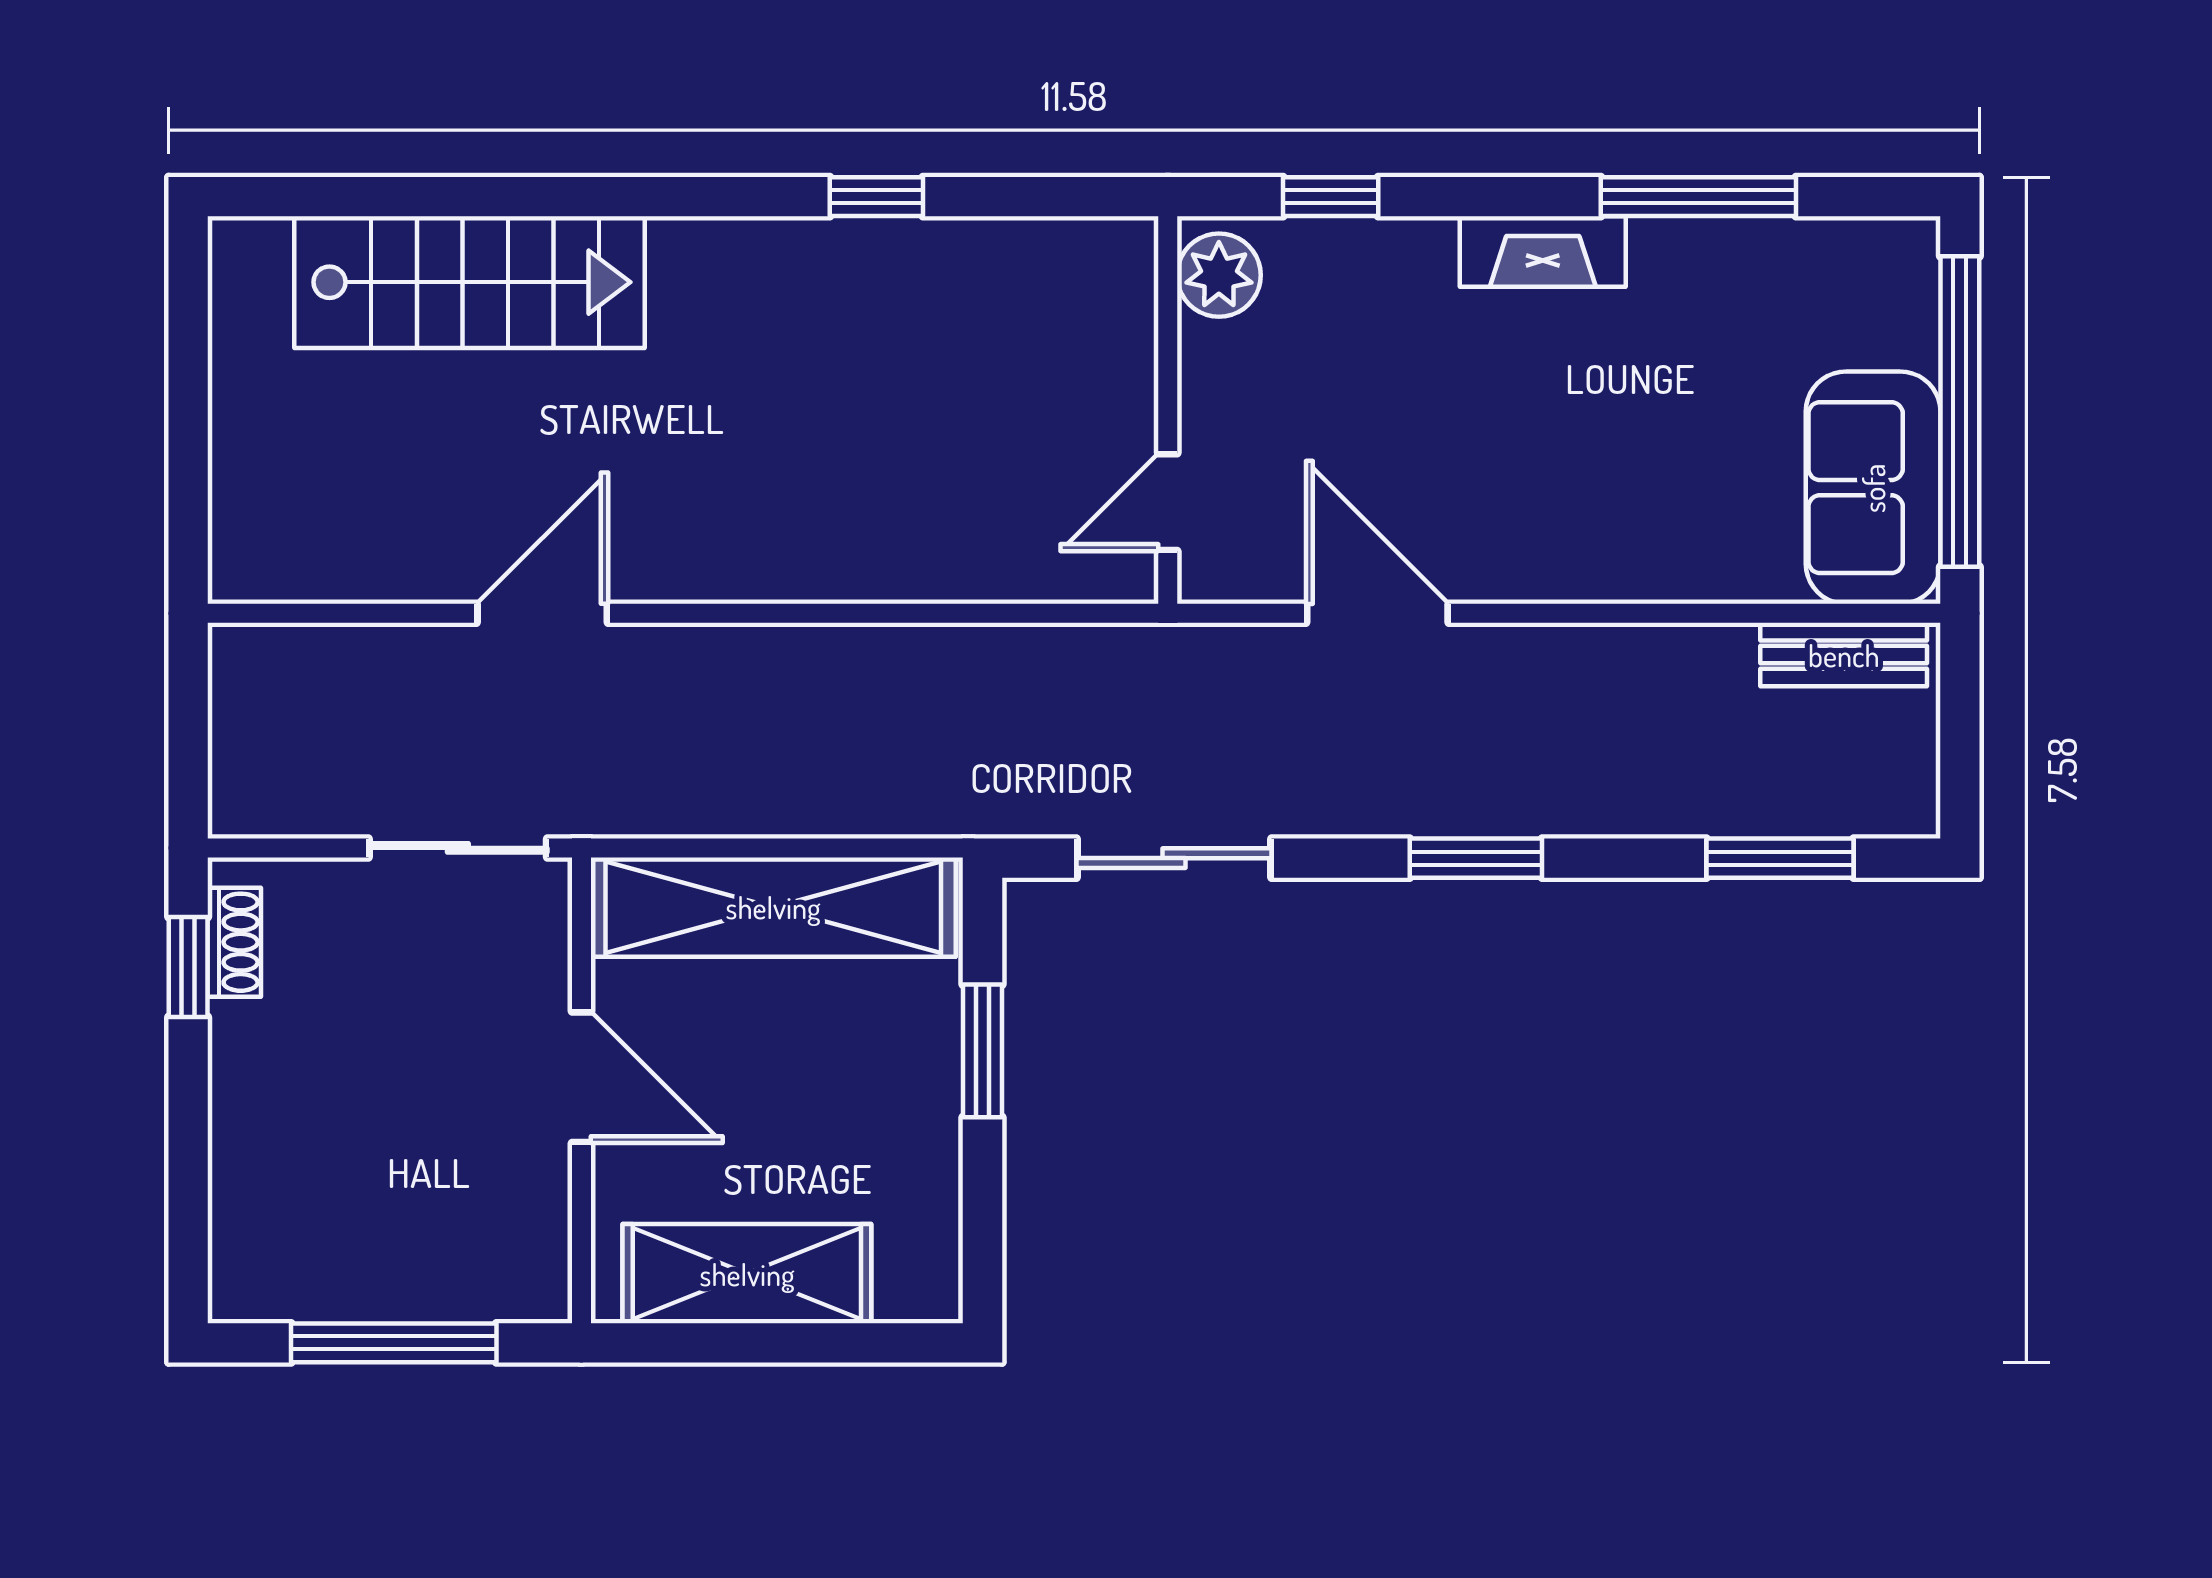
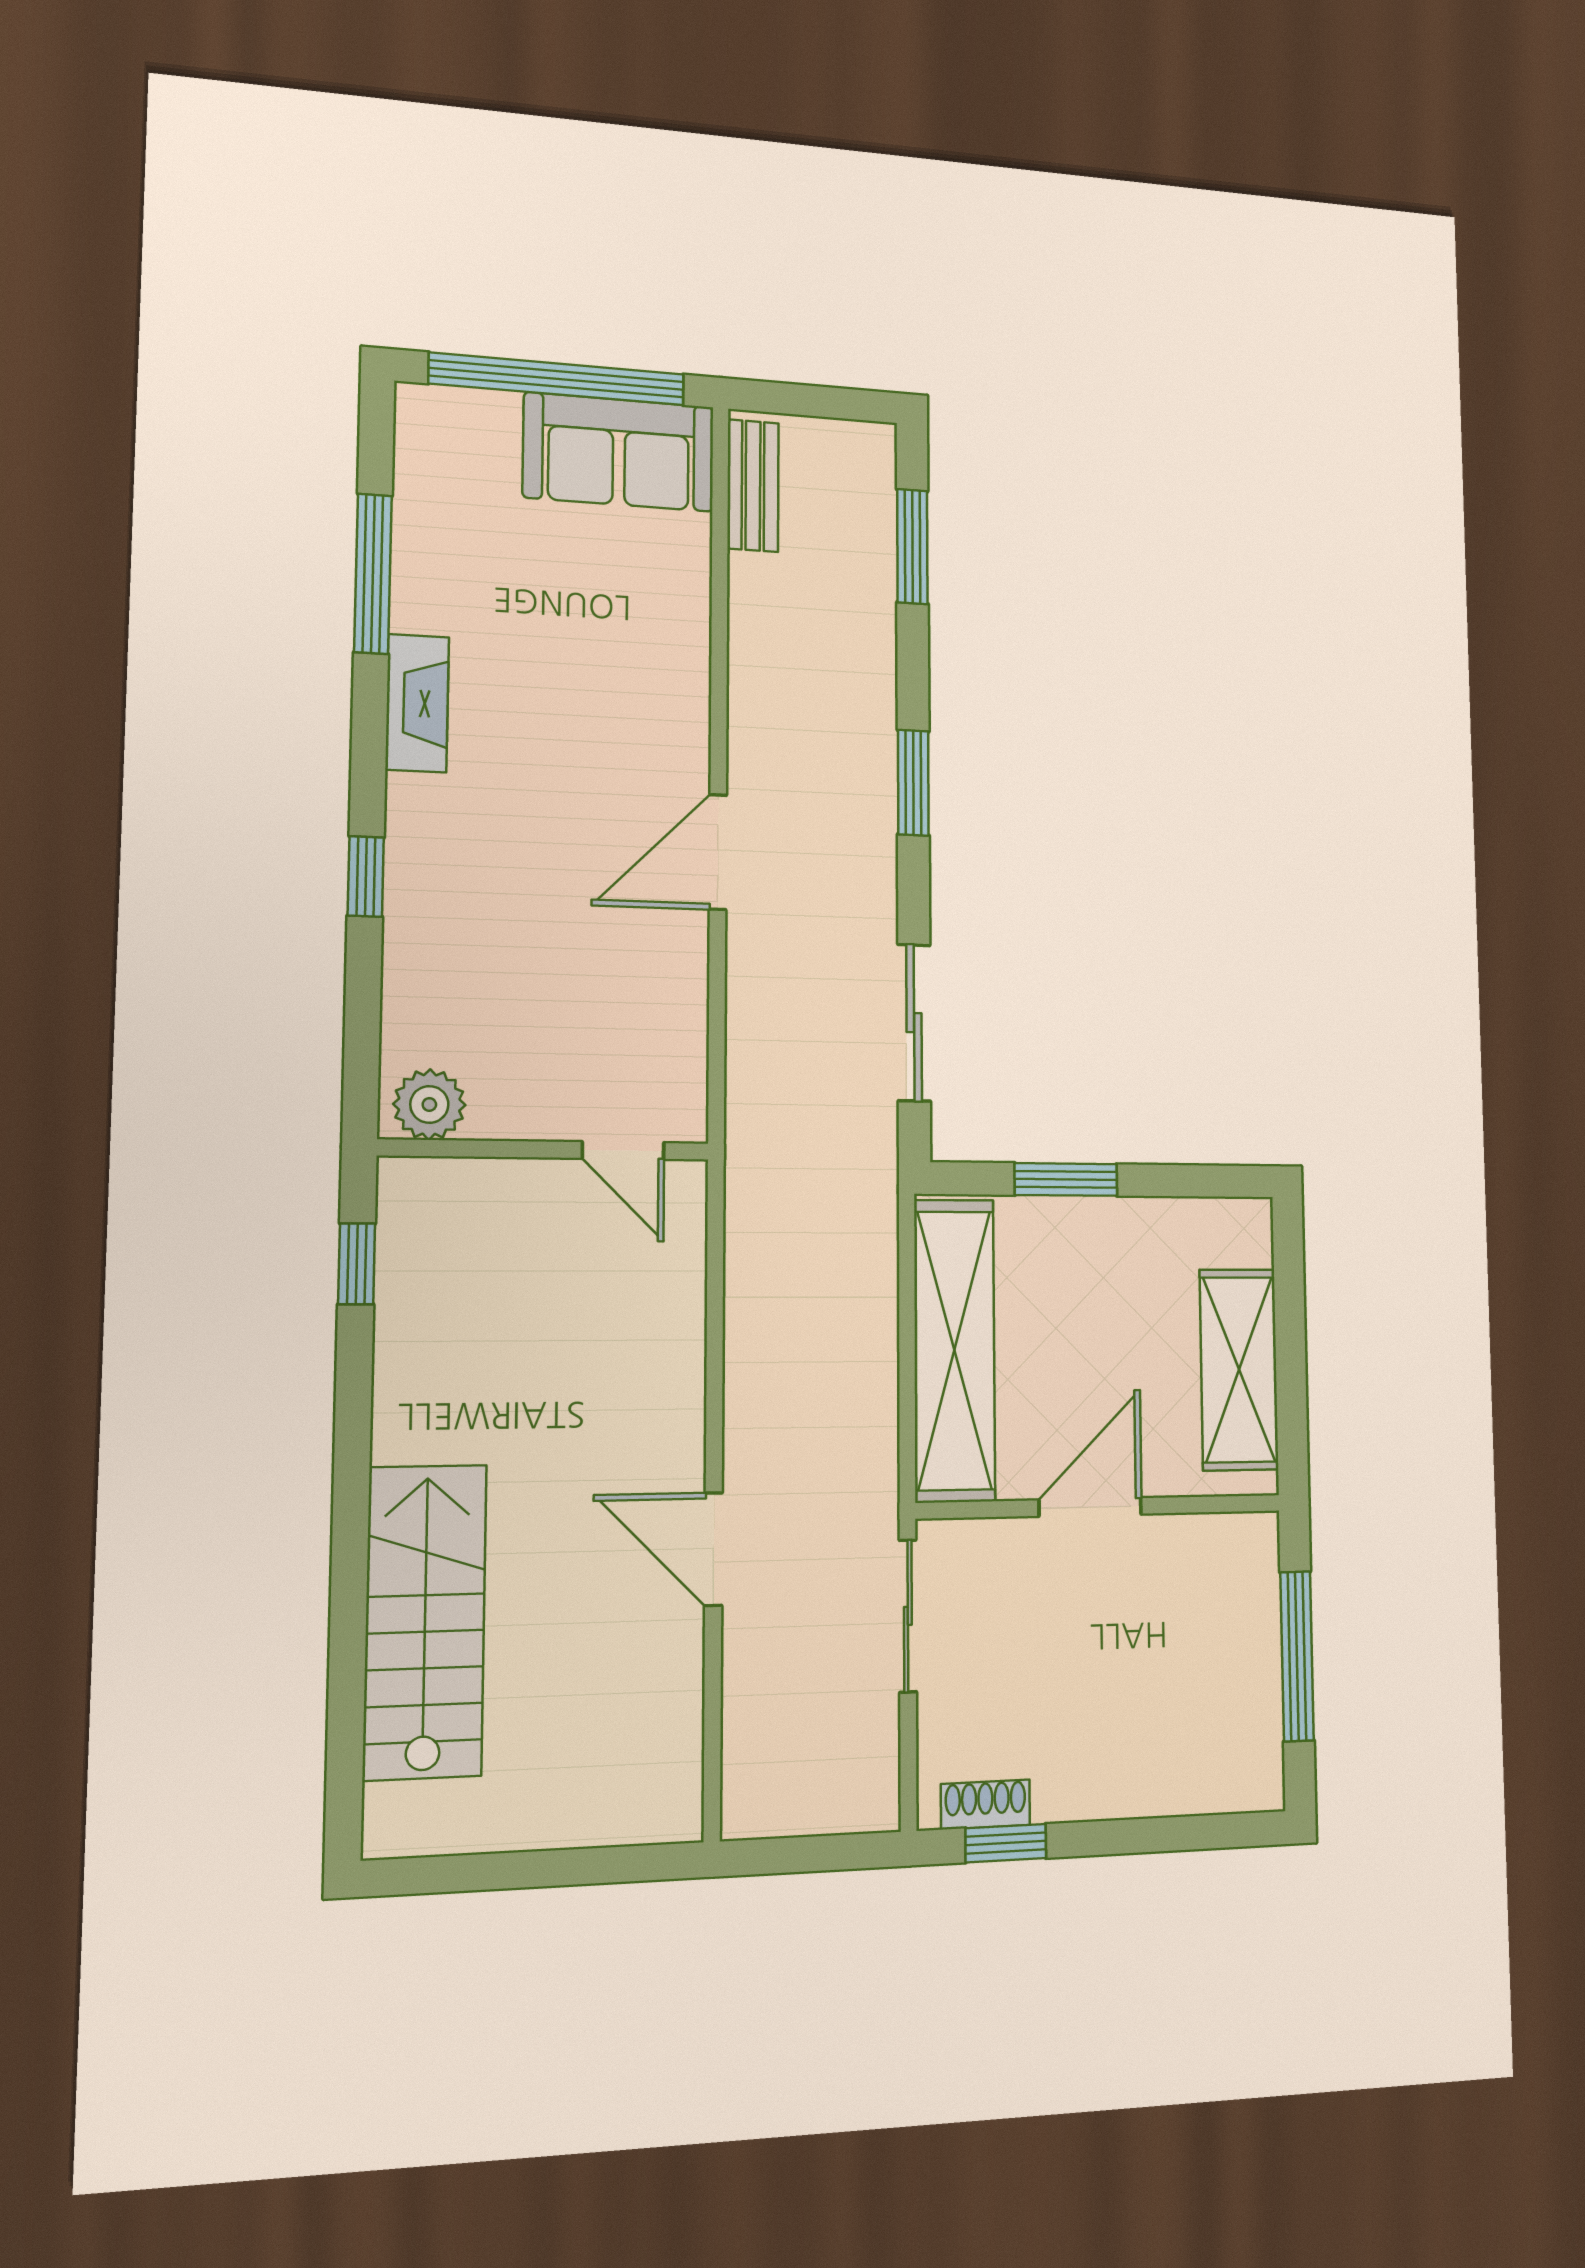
plant: (1219, 275) -> (429, 1104), moved
wall: (1168, 410) -> (545, 1150), moved
door: (1168, 502) -> (623, 1151), moved

